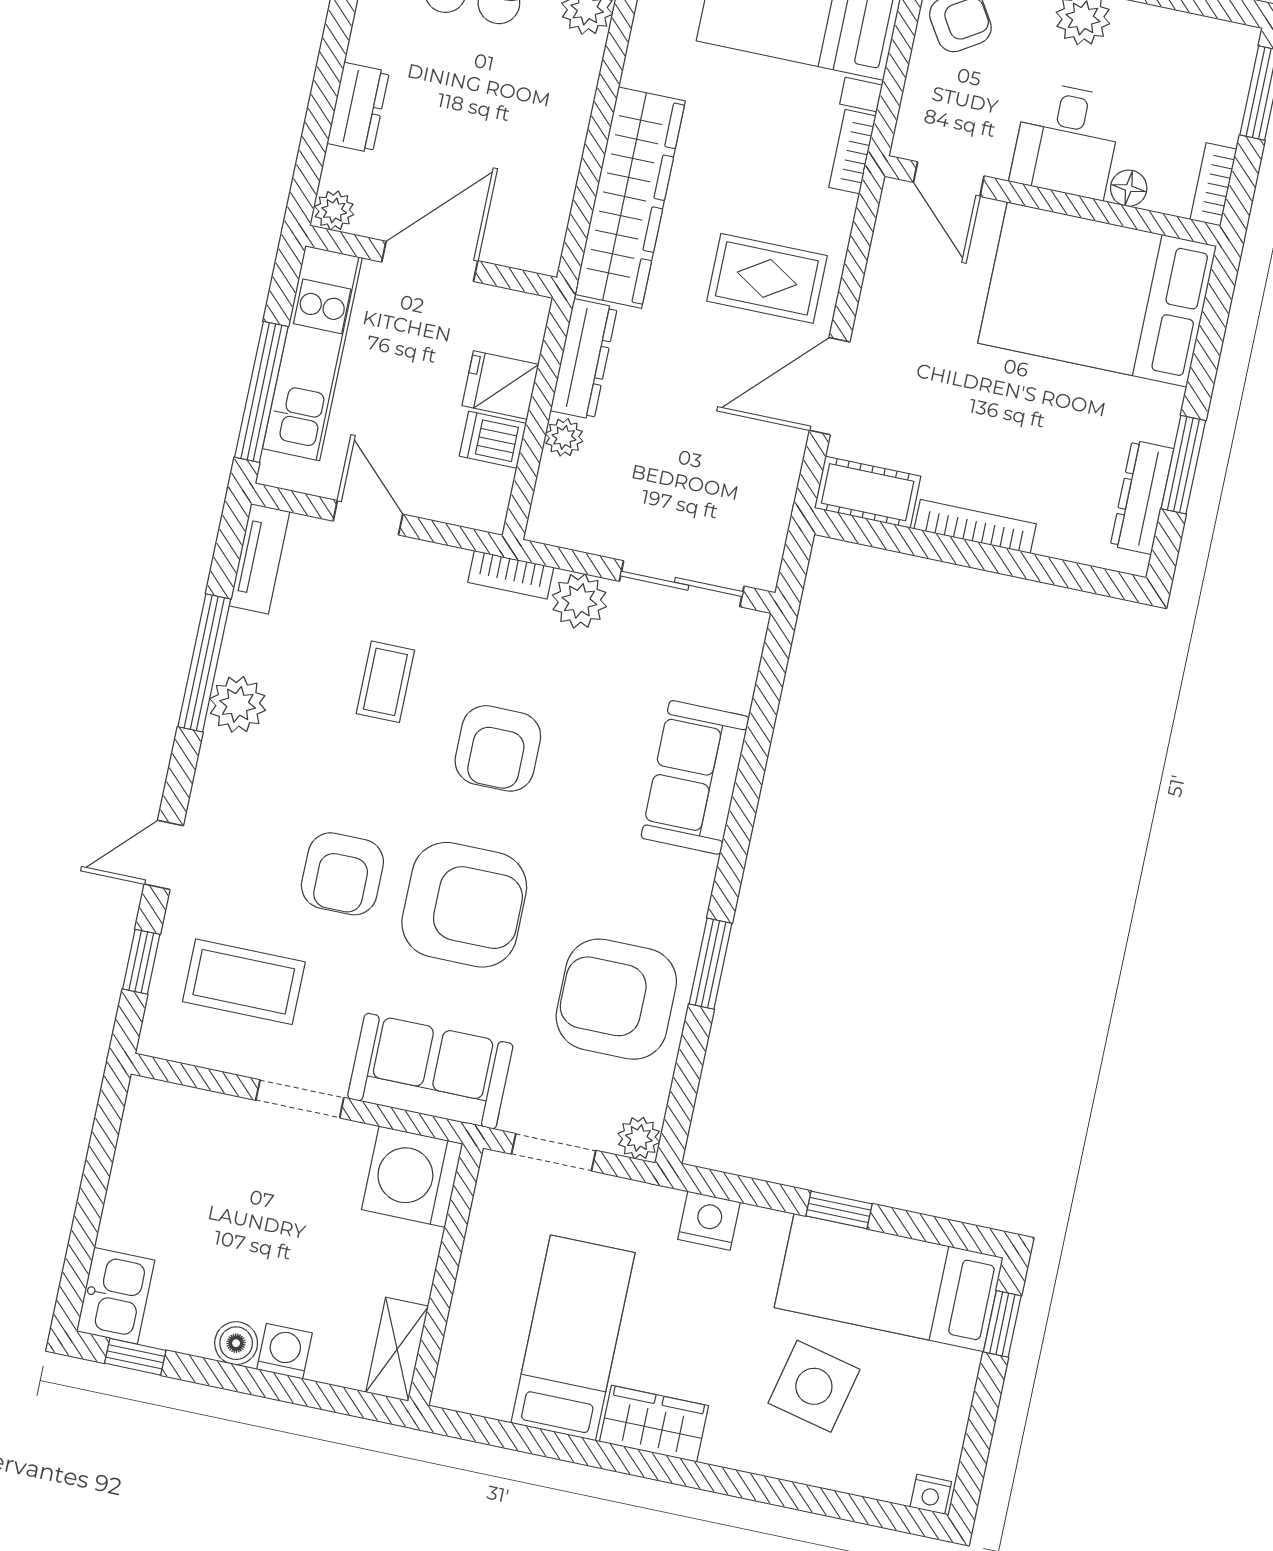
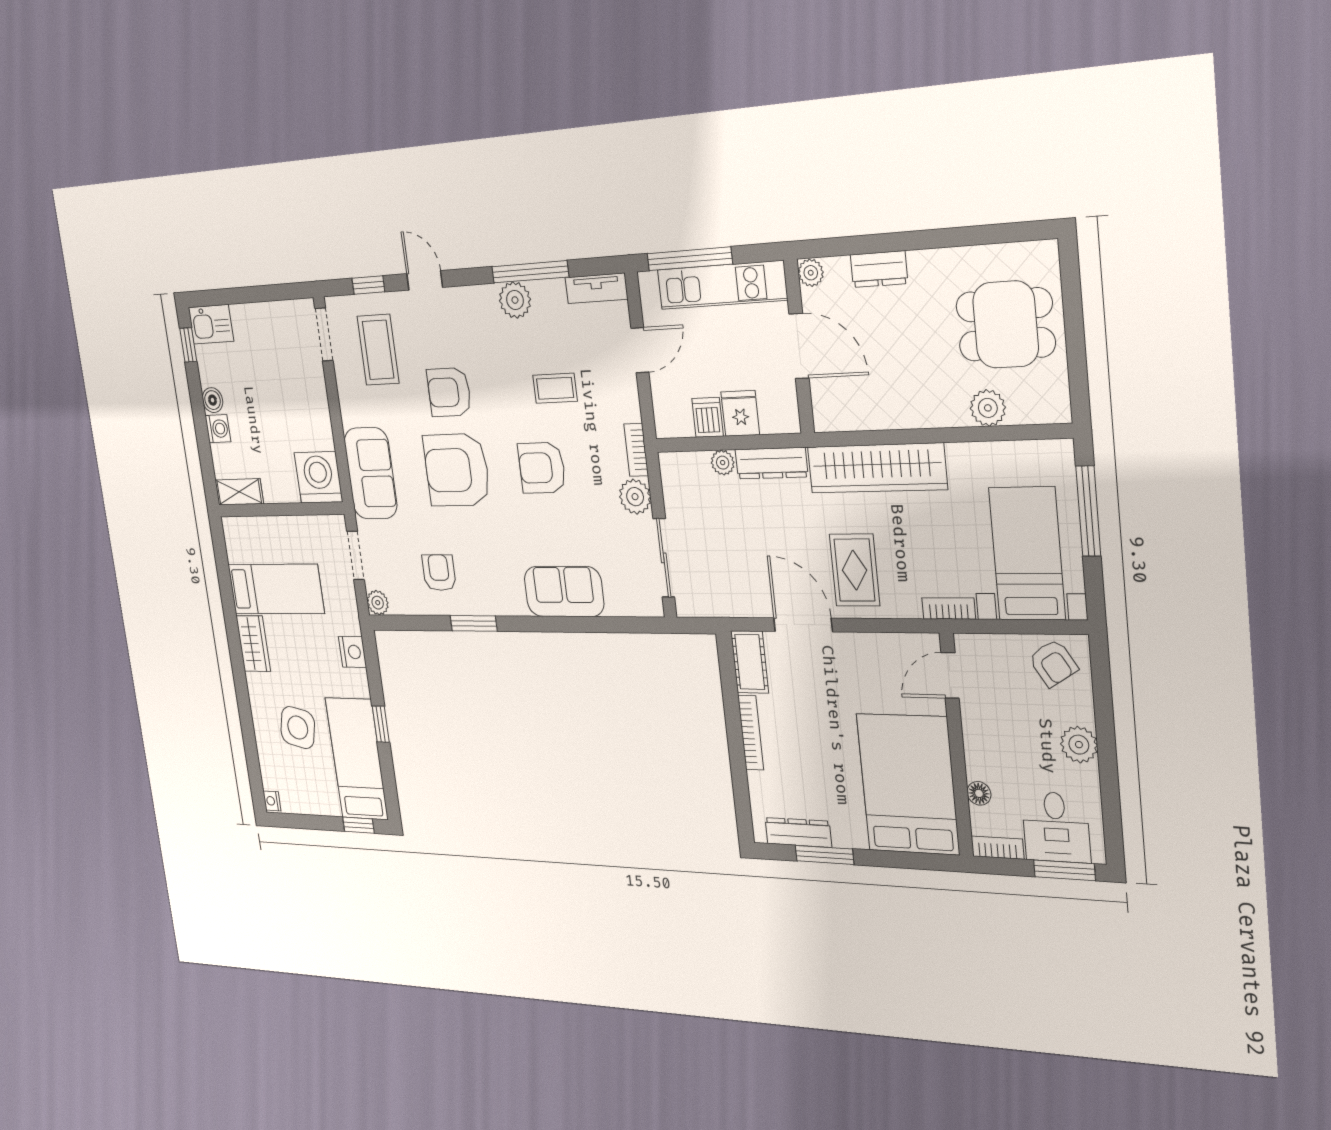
desk: (1067, 140) -> (1056, 827), moved, turned -90
armchair: (464, 905) -> (457, 470), turned 90
armchair: (616, 999) -> (439, 573), width x0.53, depth x0.53
doorway: (300, 1099) -> (324, 334), moved

